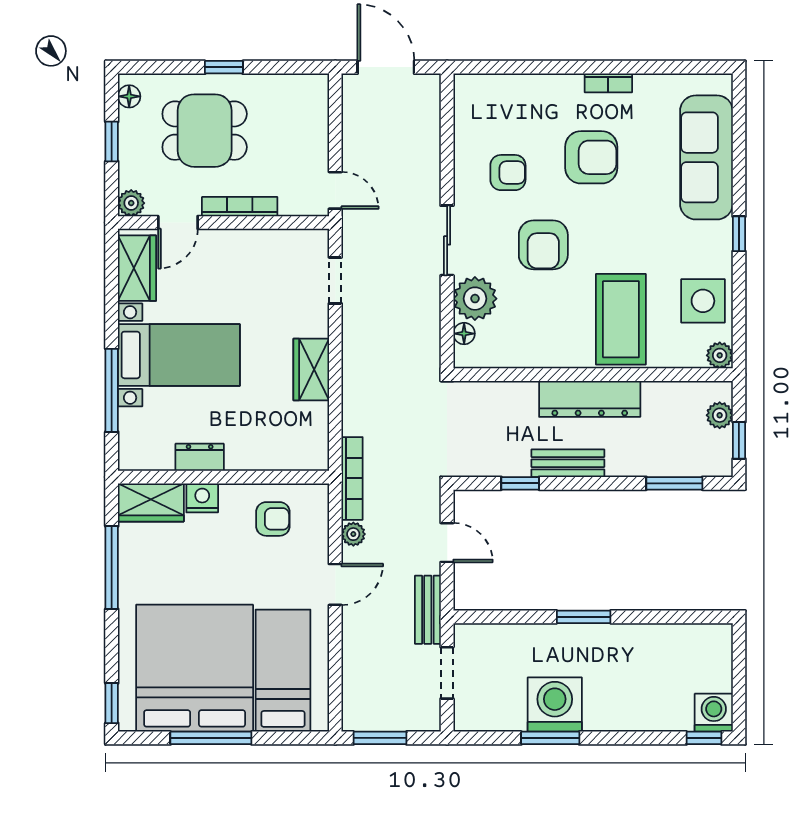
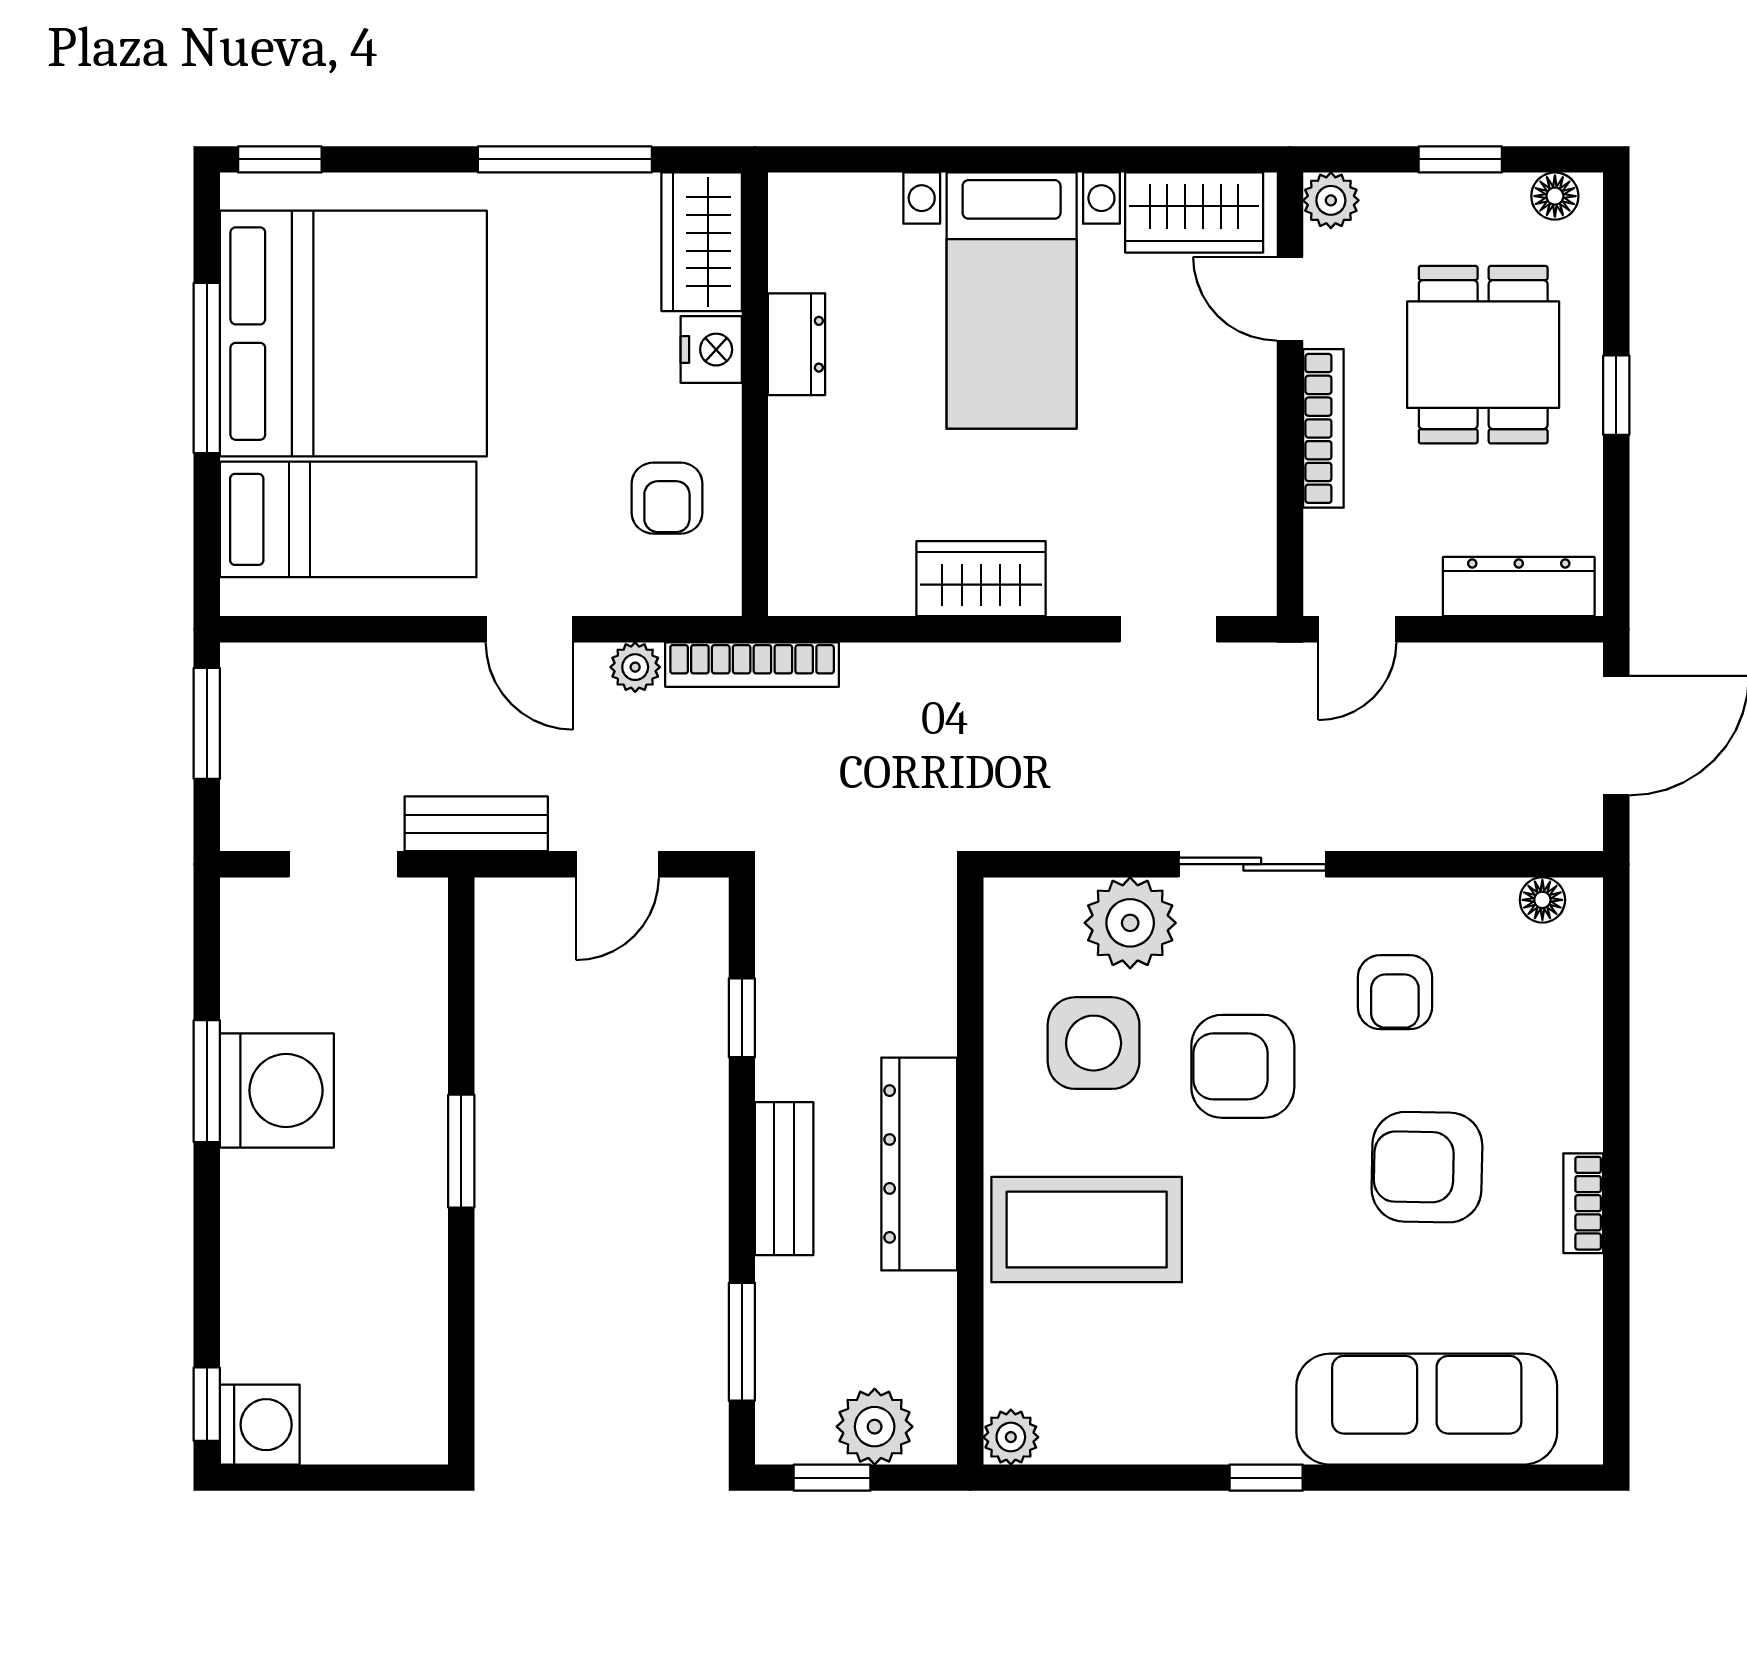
dresser: (315, 114) -> (1519, 587), added
armchair: (591, 157) -> (1427, 1167), turned 91
side table: (703, 301) -> (1094, 1043), moved
floor lamp: (464, 334) -> (1542, 900), moved
window: (112, 390) -> (937, 159), removed
plant: (720, 415) -> (875, 1427), width x1.38, depth x1.38
bench: (568, 463) -> (784, 1179), moved

